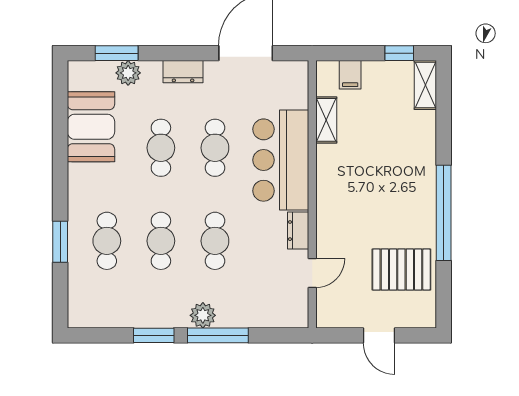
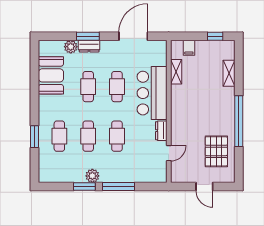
window: (117, 53) -> (88, 36), moved
dresser: (183, 72) -> (89, 46), moved
shelving: (425, 85) -> (229, 73), moved
pallet: (401, 270) -> (216, 151), turned 90
plant: (203, 315) -> (92, 176), moved

